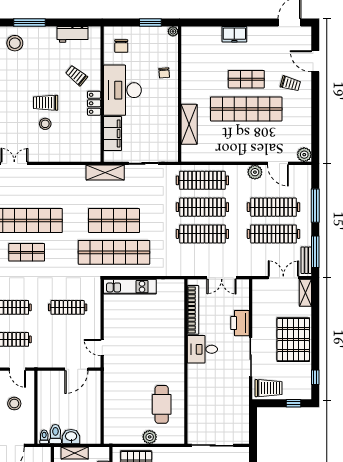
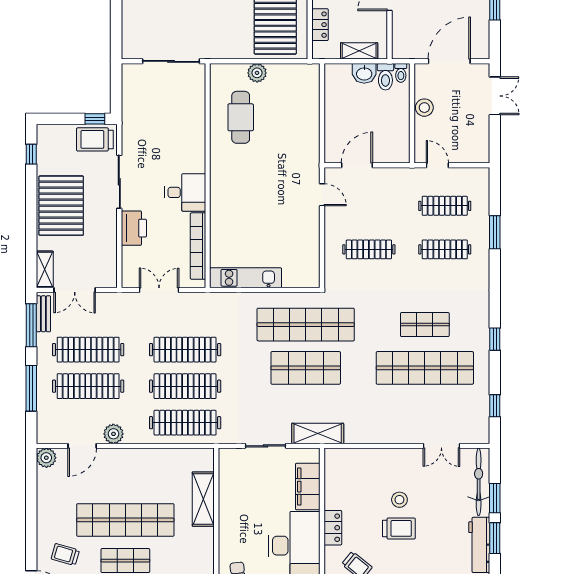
door: (278, 163) -> (82, 446), swing flipped
kitchen unit: (130, 287) -> (246, 278), moved
window: (293, 403) -> (95, 119), moved
stool: (14, 404) -> (424, 108), moved

